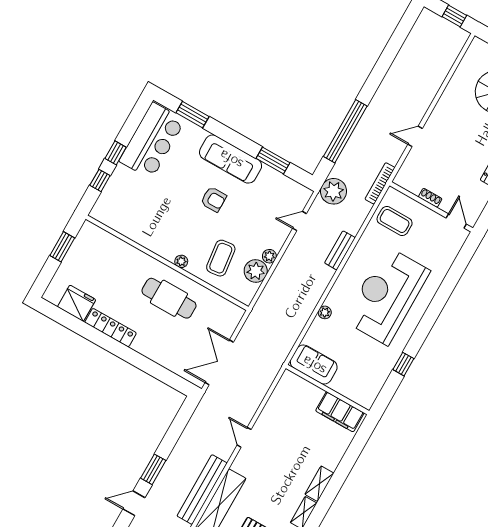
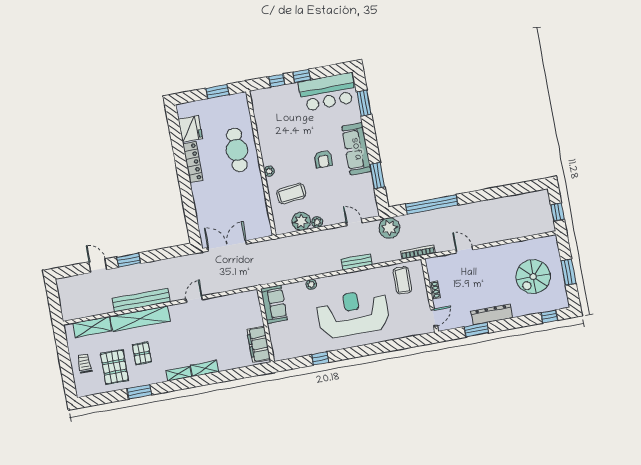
cafe table: (169, 298) -> (237, 150), moved

